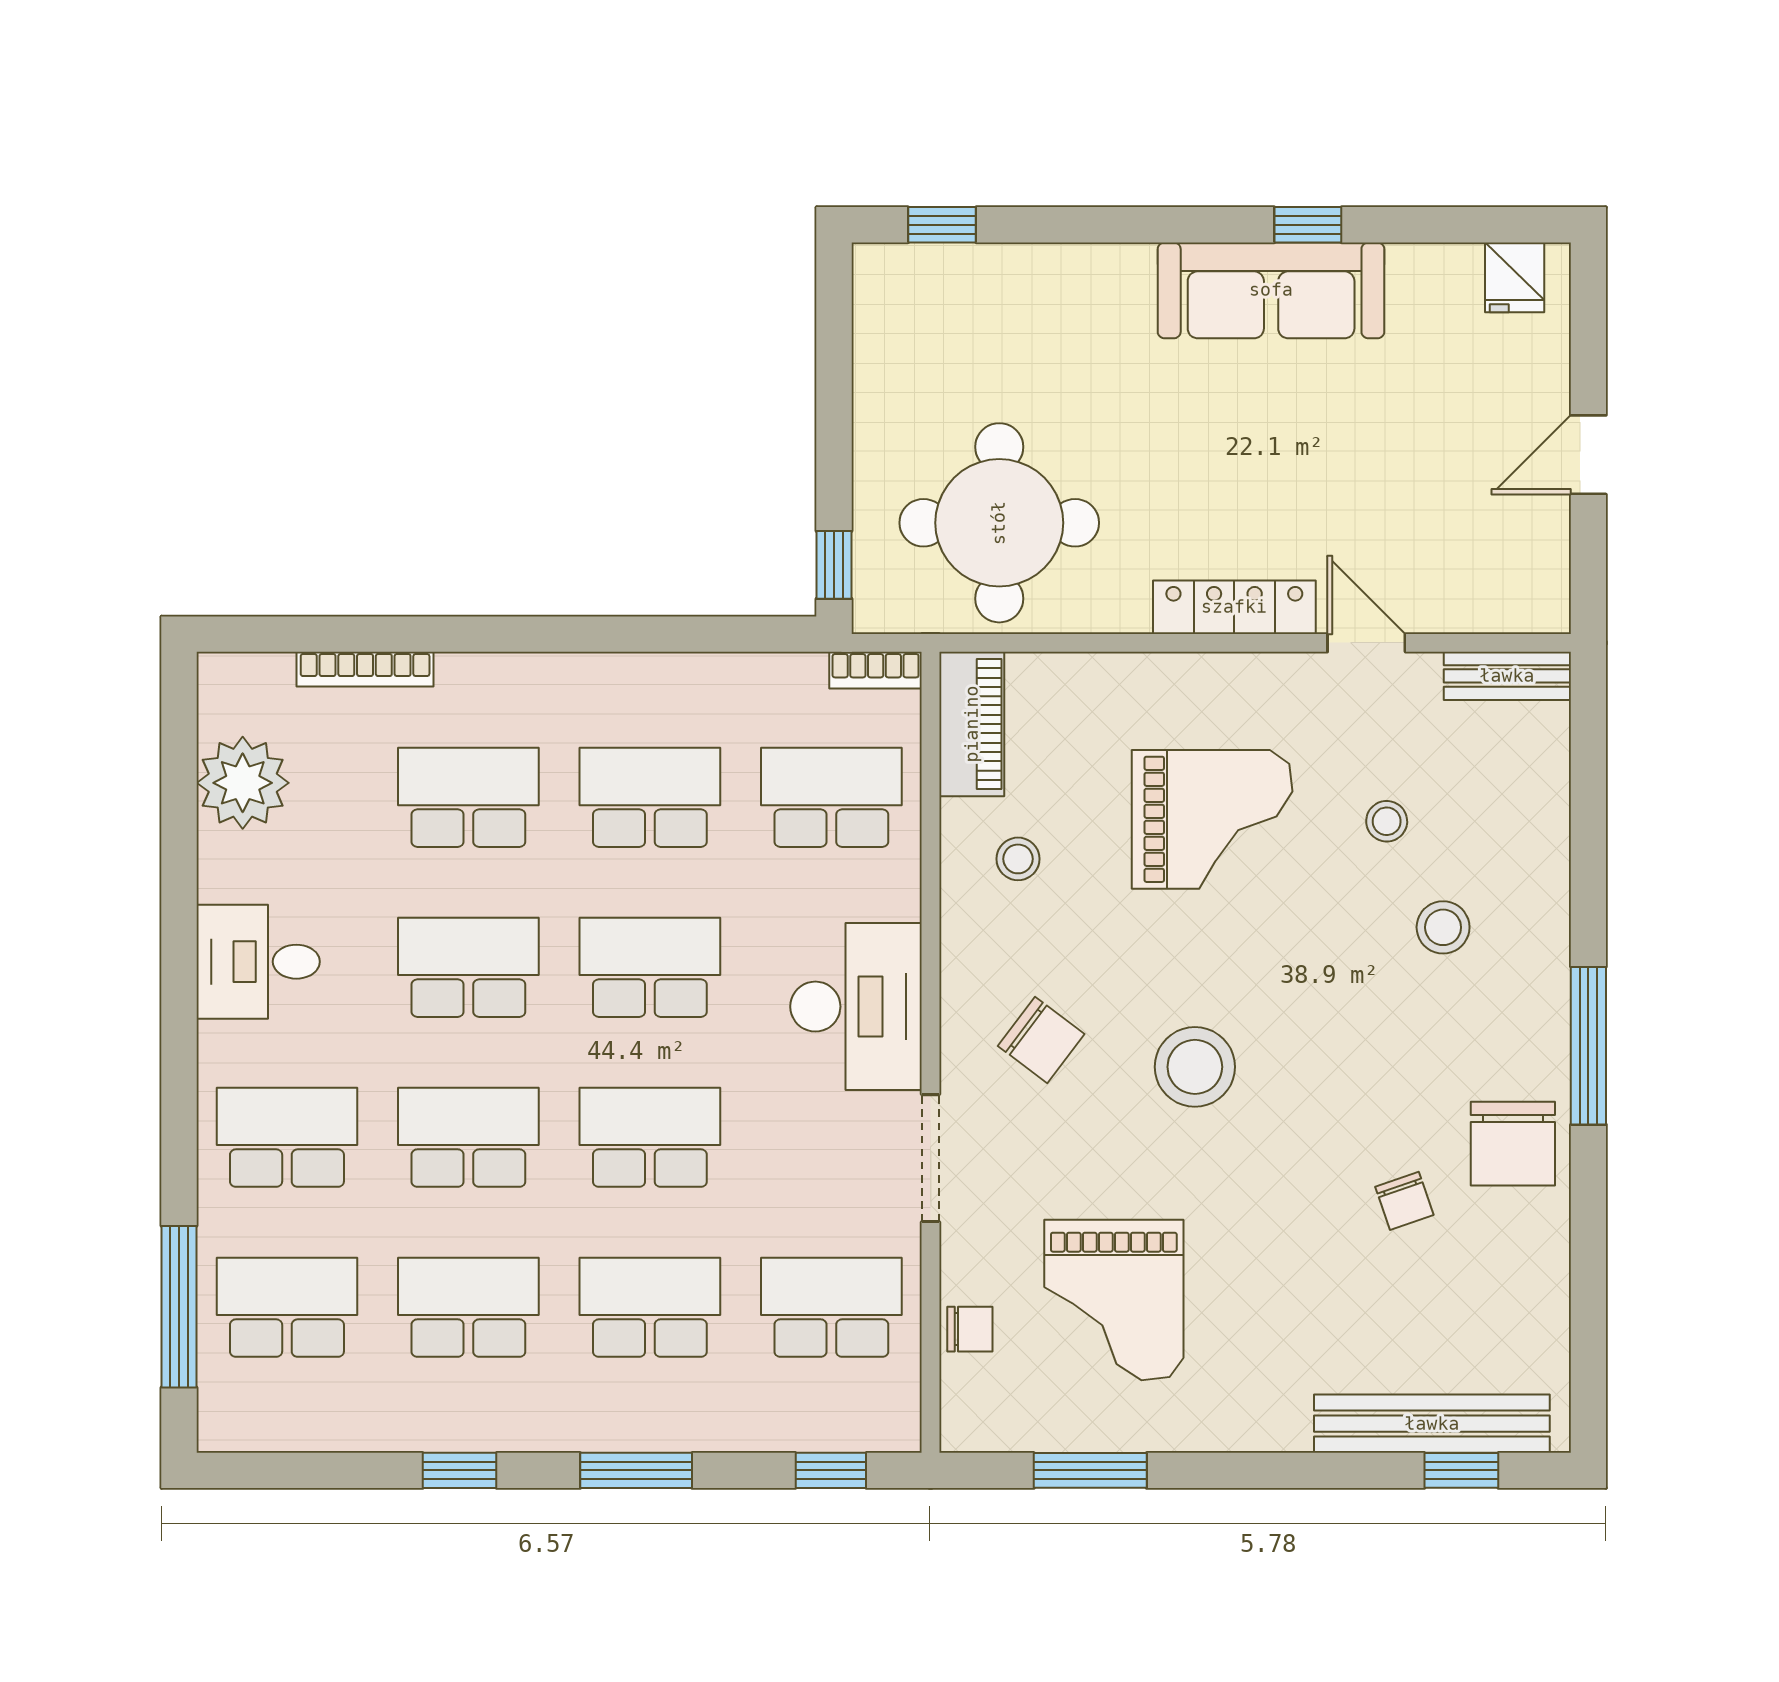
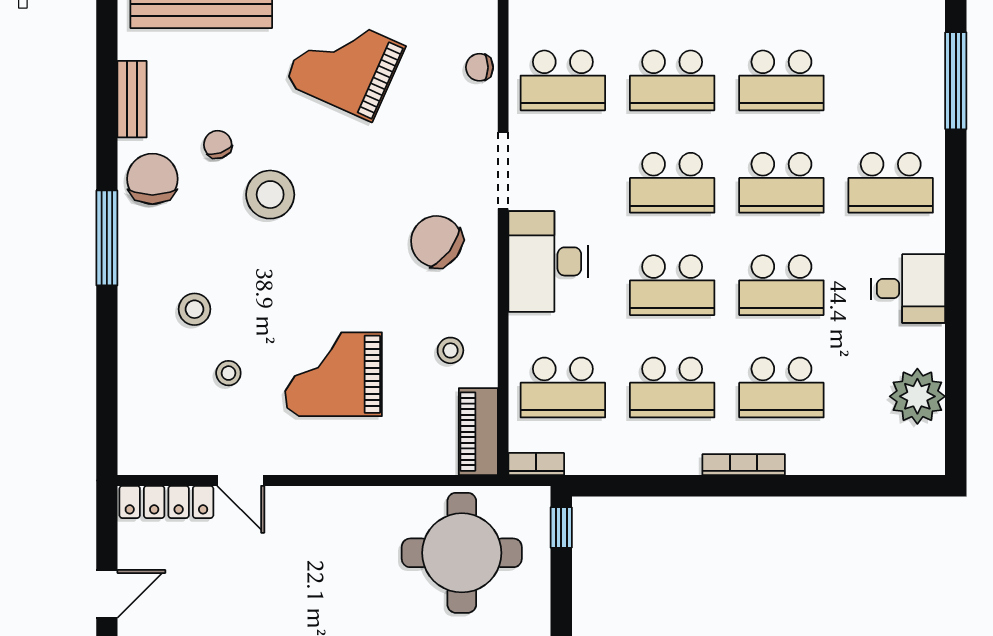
locker: (1234, 607) -> (166, 502), moved
bookcase: (365, 669) -> (744, 465), moved
bench: (1507, 676) -> (132, 99), moved, turned 90
chair: (1041, 1040) -> (437, 241), width x1.37, depth x1.37
stool: (1195, 1067) -> (270, 195), moved
grand piano: (1114, 1300) -> (345, 65), moved, turned -66
school desk: (287, 1307) -> (891, 80), removed

